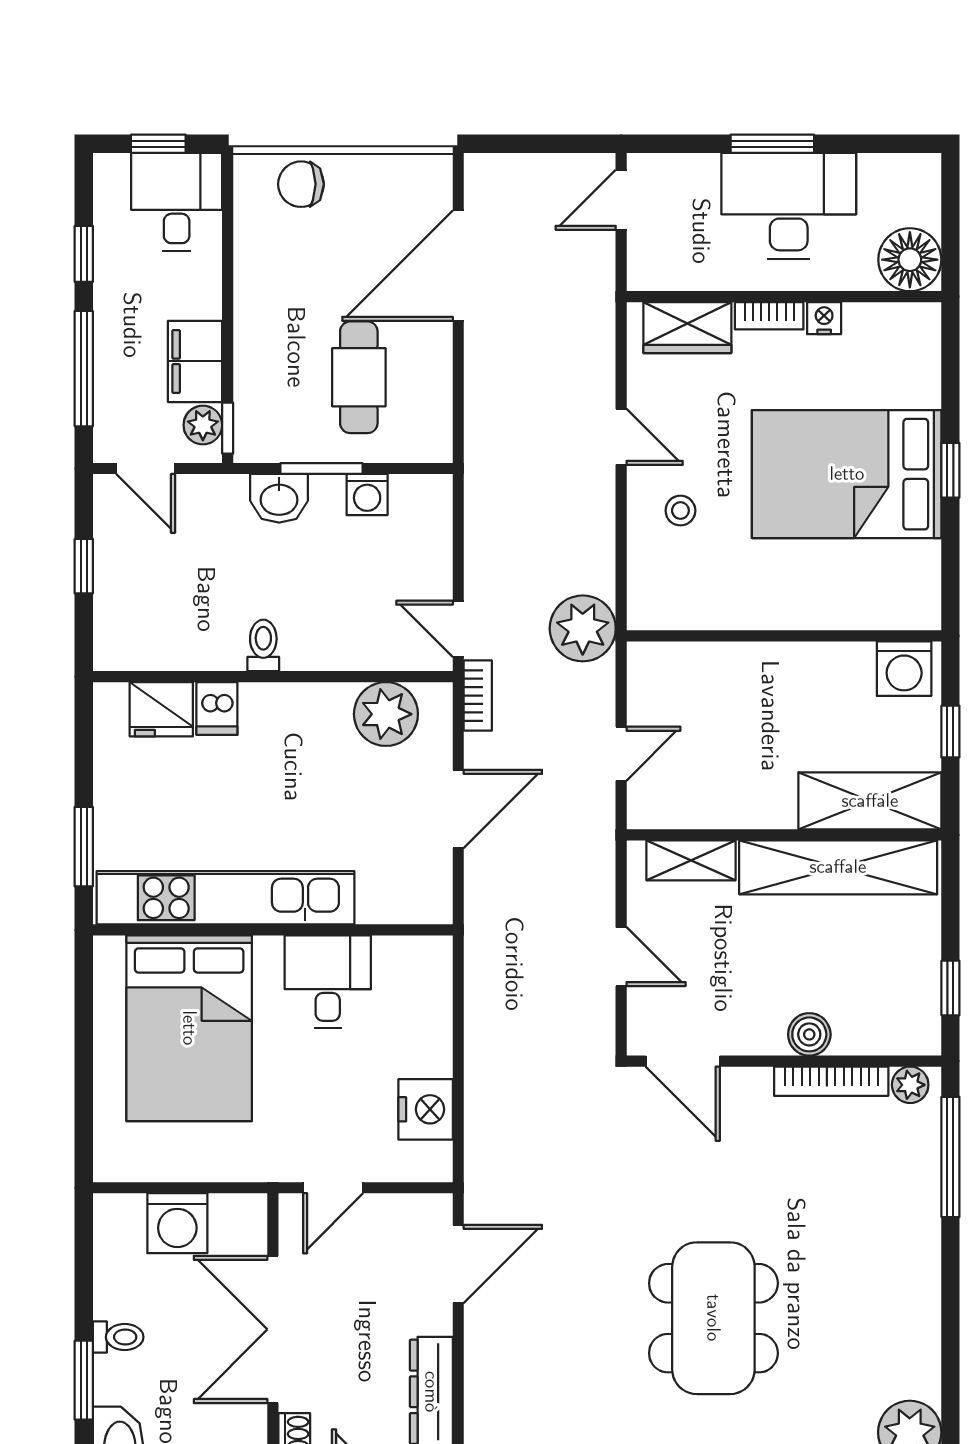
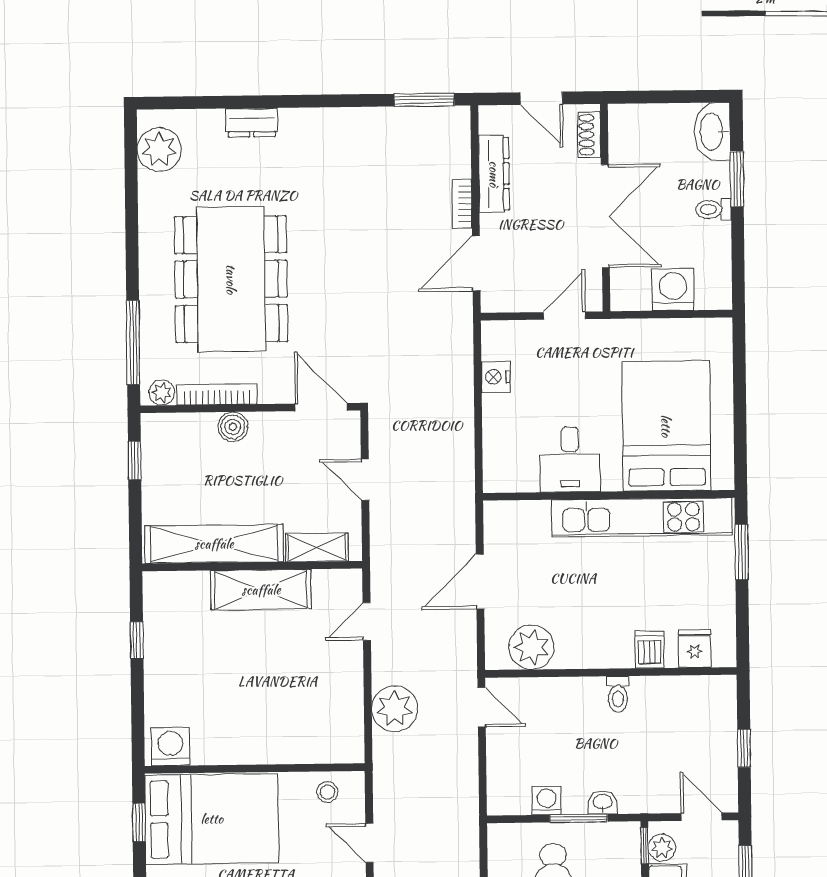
washbasin: (279, 498) -> (603, 802), width x0.72, depth x0.69
wall: (784, 636) -> (255, 768), moved
washing machine: (904, 669) -> (170, 747), moved
bookcase: (478, 696) -> (462, 204), moved
fridge: (161, 709) -> (695, 649), width x0.72
shelving: (870, 801) -> (261, 590), moved
nightstand: (426, 1109) -> (496, 377), width x0.74, depth x0.75
dining table: (713, 1318) -> (231, 279), moved, width x1.36, depth x1.24

